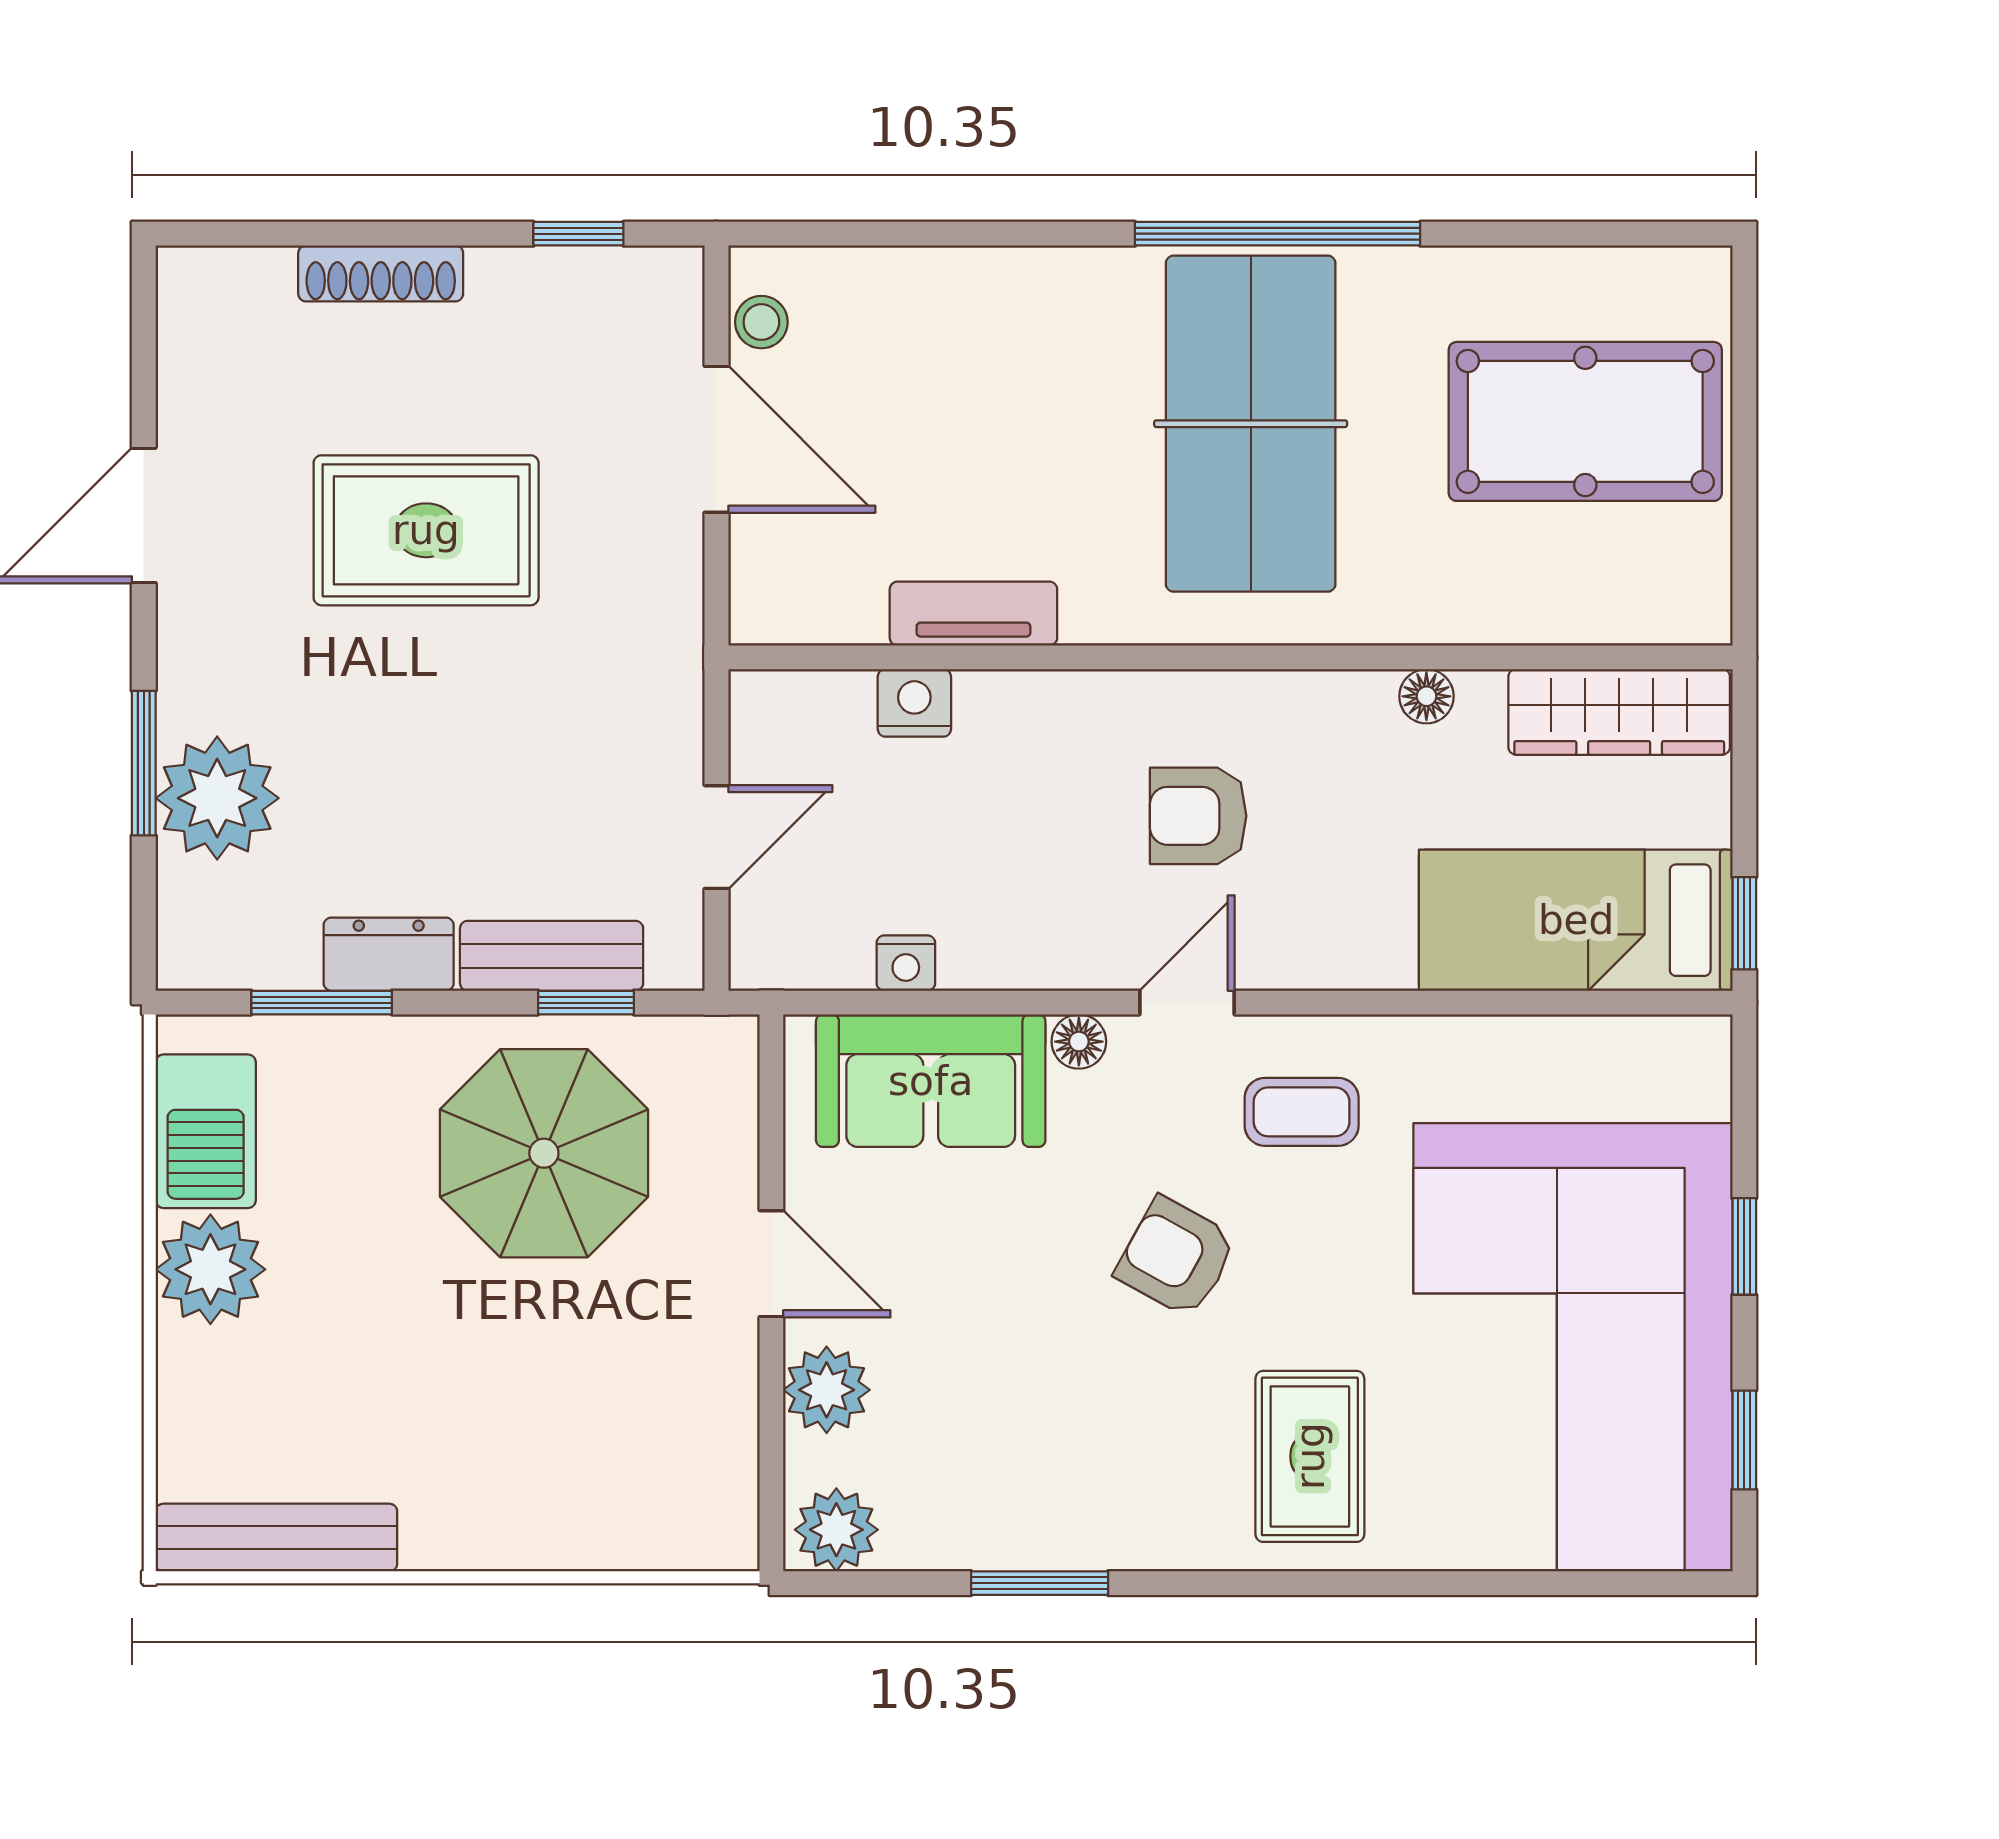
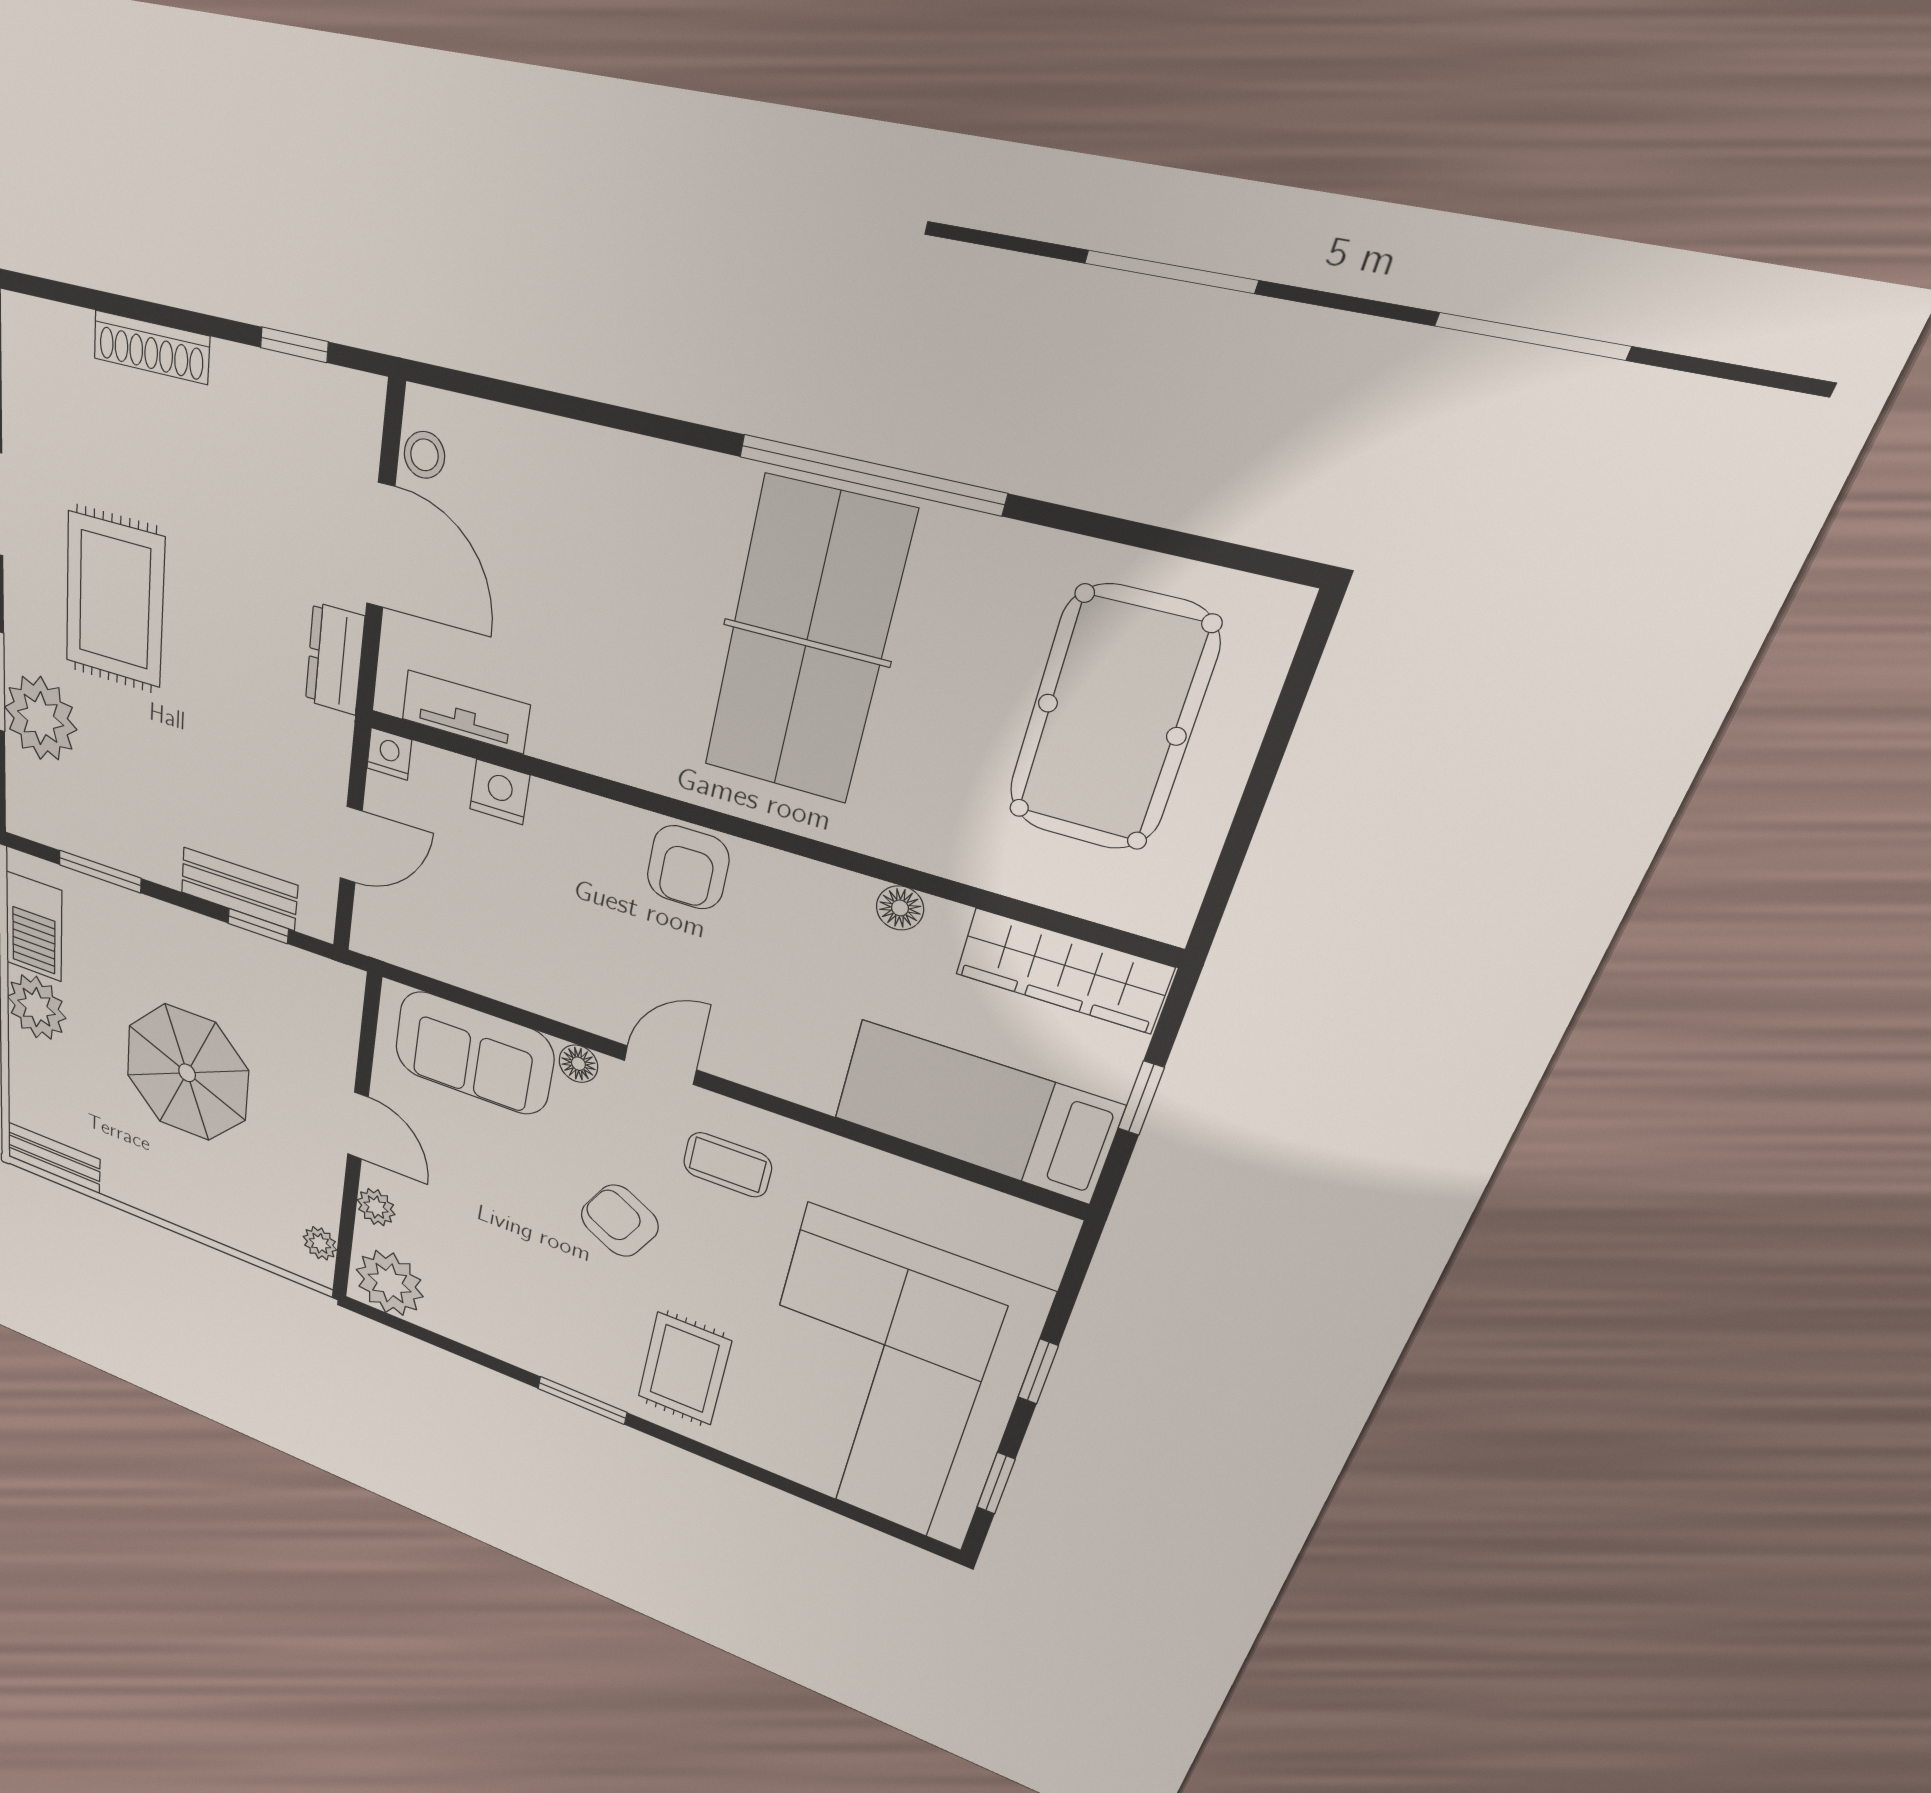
pool table: (1585, 421) -> (1111, 720), turned 90
rug: (426, 530) -> (115, 600), moved, turned 90
tv unit: (973, 614) -> (465, 712), moved
armchair: (1198, 816) -> (688, 867), moved, turned -90
window: (1744, 923) -> (1141, 1098), moved
dresser: (389, 954) -> (335, 659), moved, turned -90
nightstand: (906, 963) -> (389, 754), moved, turned 180
parasol: (544, 1153) -> (187, 1073), moved
plant: (827, 1390) -> (376, 1207), width x0.73, depth x0.73
plant: (730, 1494) -> (320, 1243), added
plant: (836, 1530) -> (390, 1283), width x1.36, depth x1.36
bench: (276, 1538) -> (54, 1158), width x0.73
window: (1040, 1583) -> (582, 1400), moved

